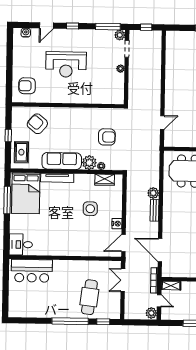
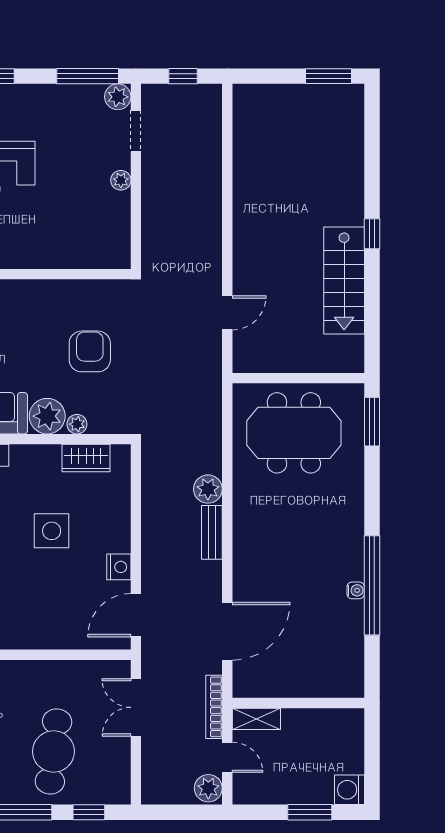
armchair: (107, 137) -> (90, 351), turned -90
door: (160, 250) -> (227, 631), swing flipped

